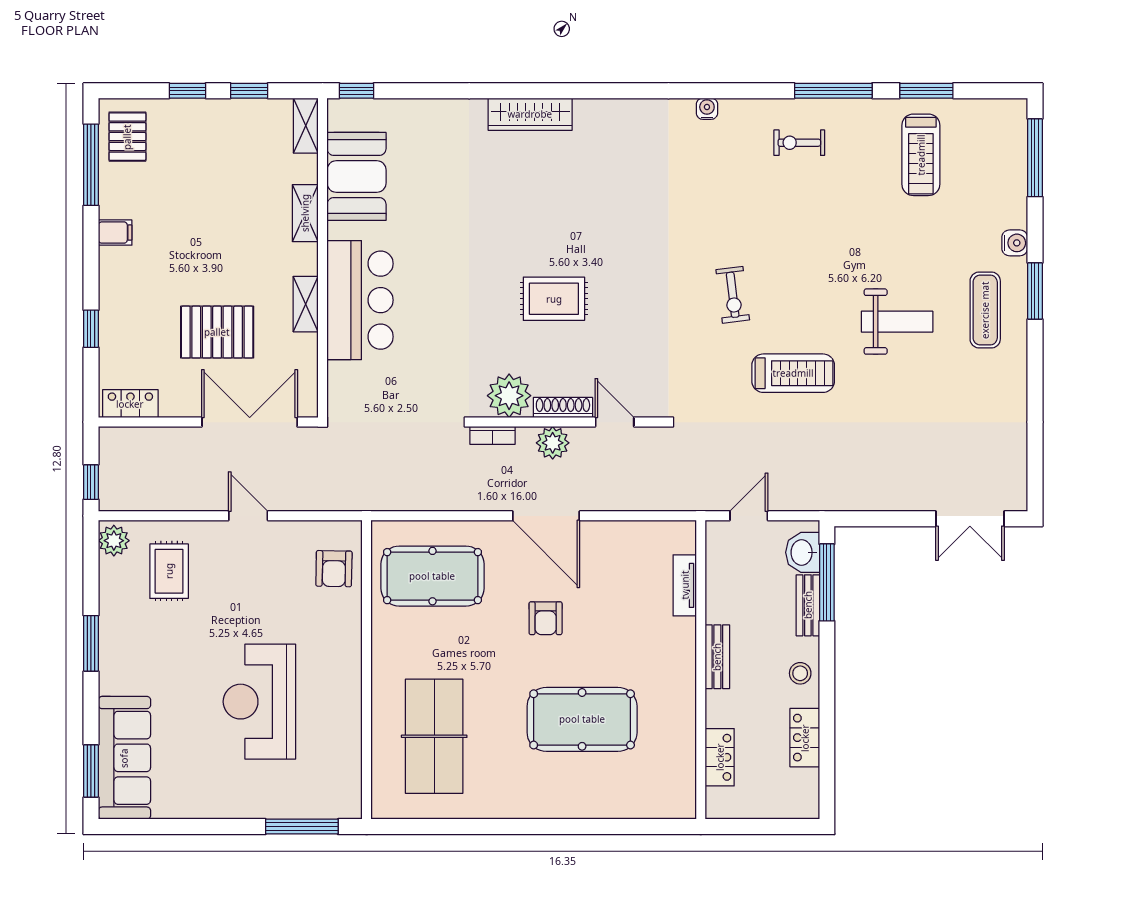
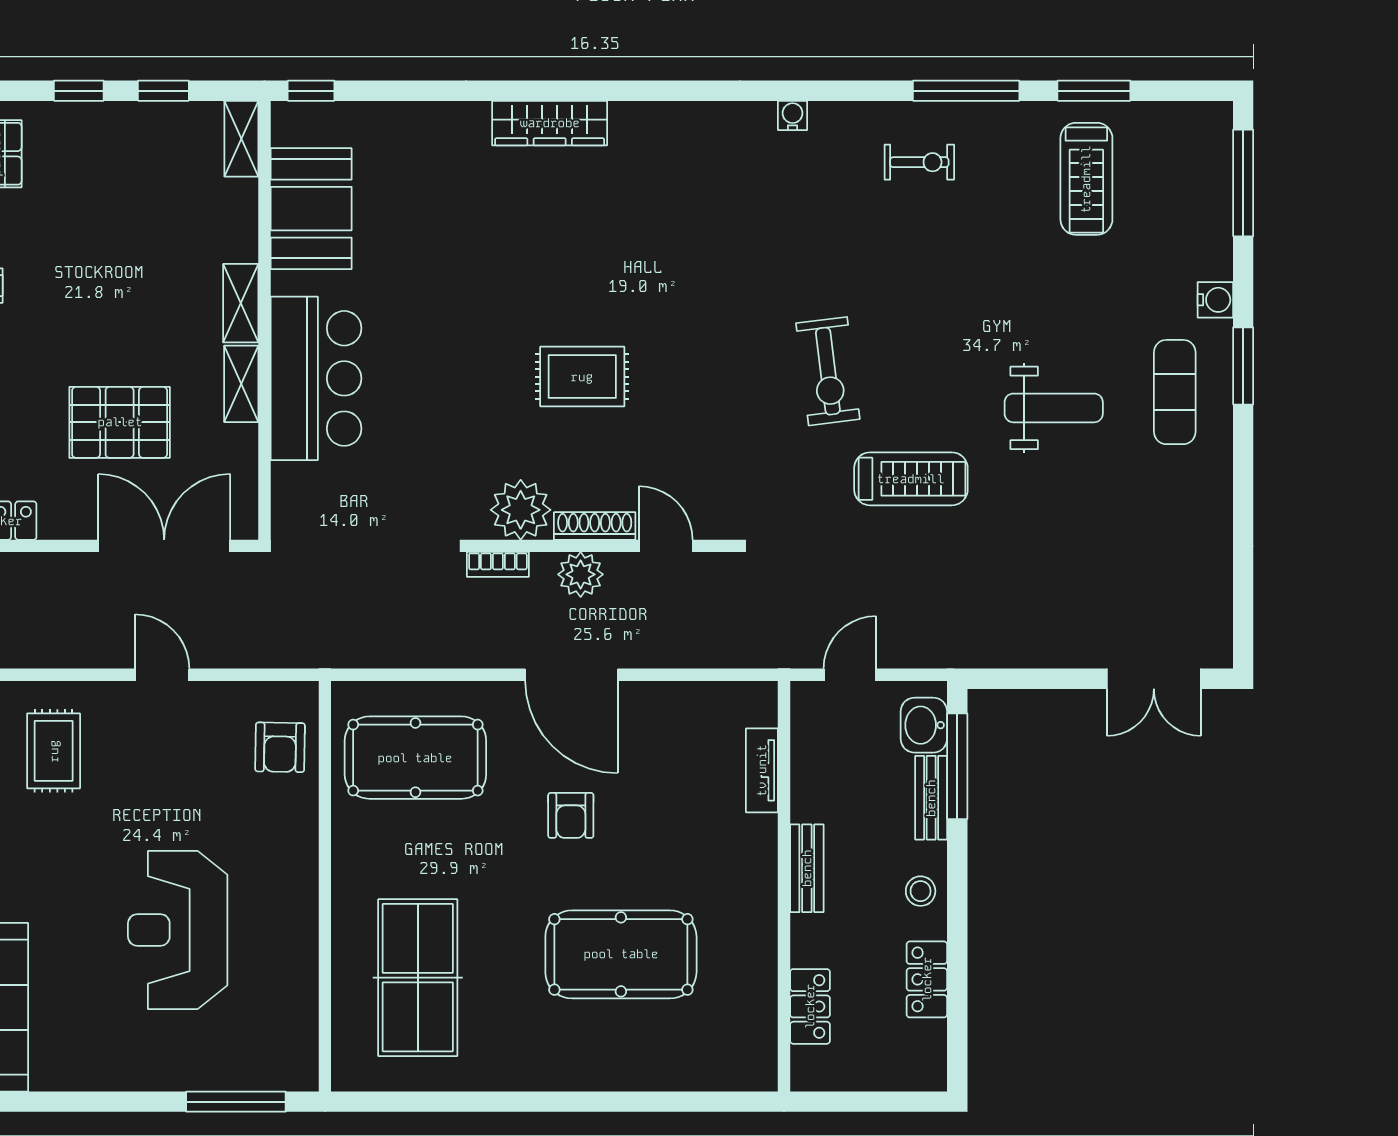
exercise bike: (799, 143) -> (919, 162), turned 180
shelving: (305, 213) -> (241, 303), moved
exercise bike: (733, 295) -> (828, 371), width x1.38, depth x1.39

